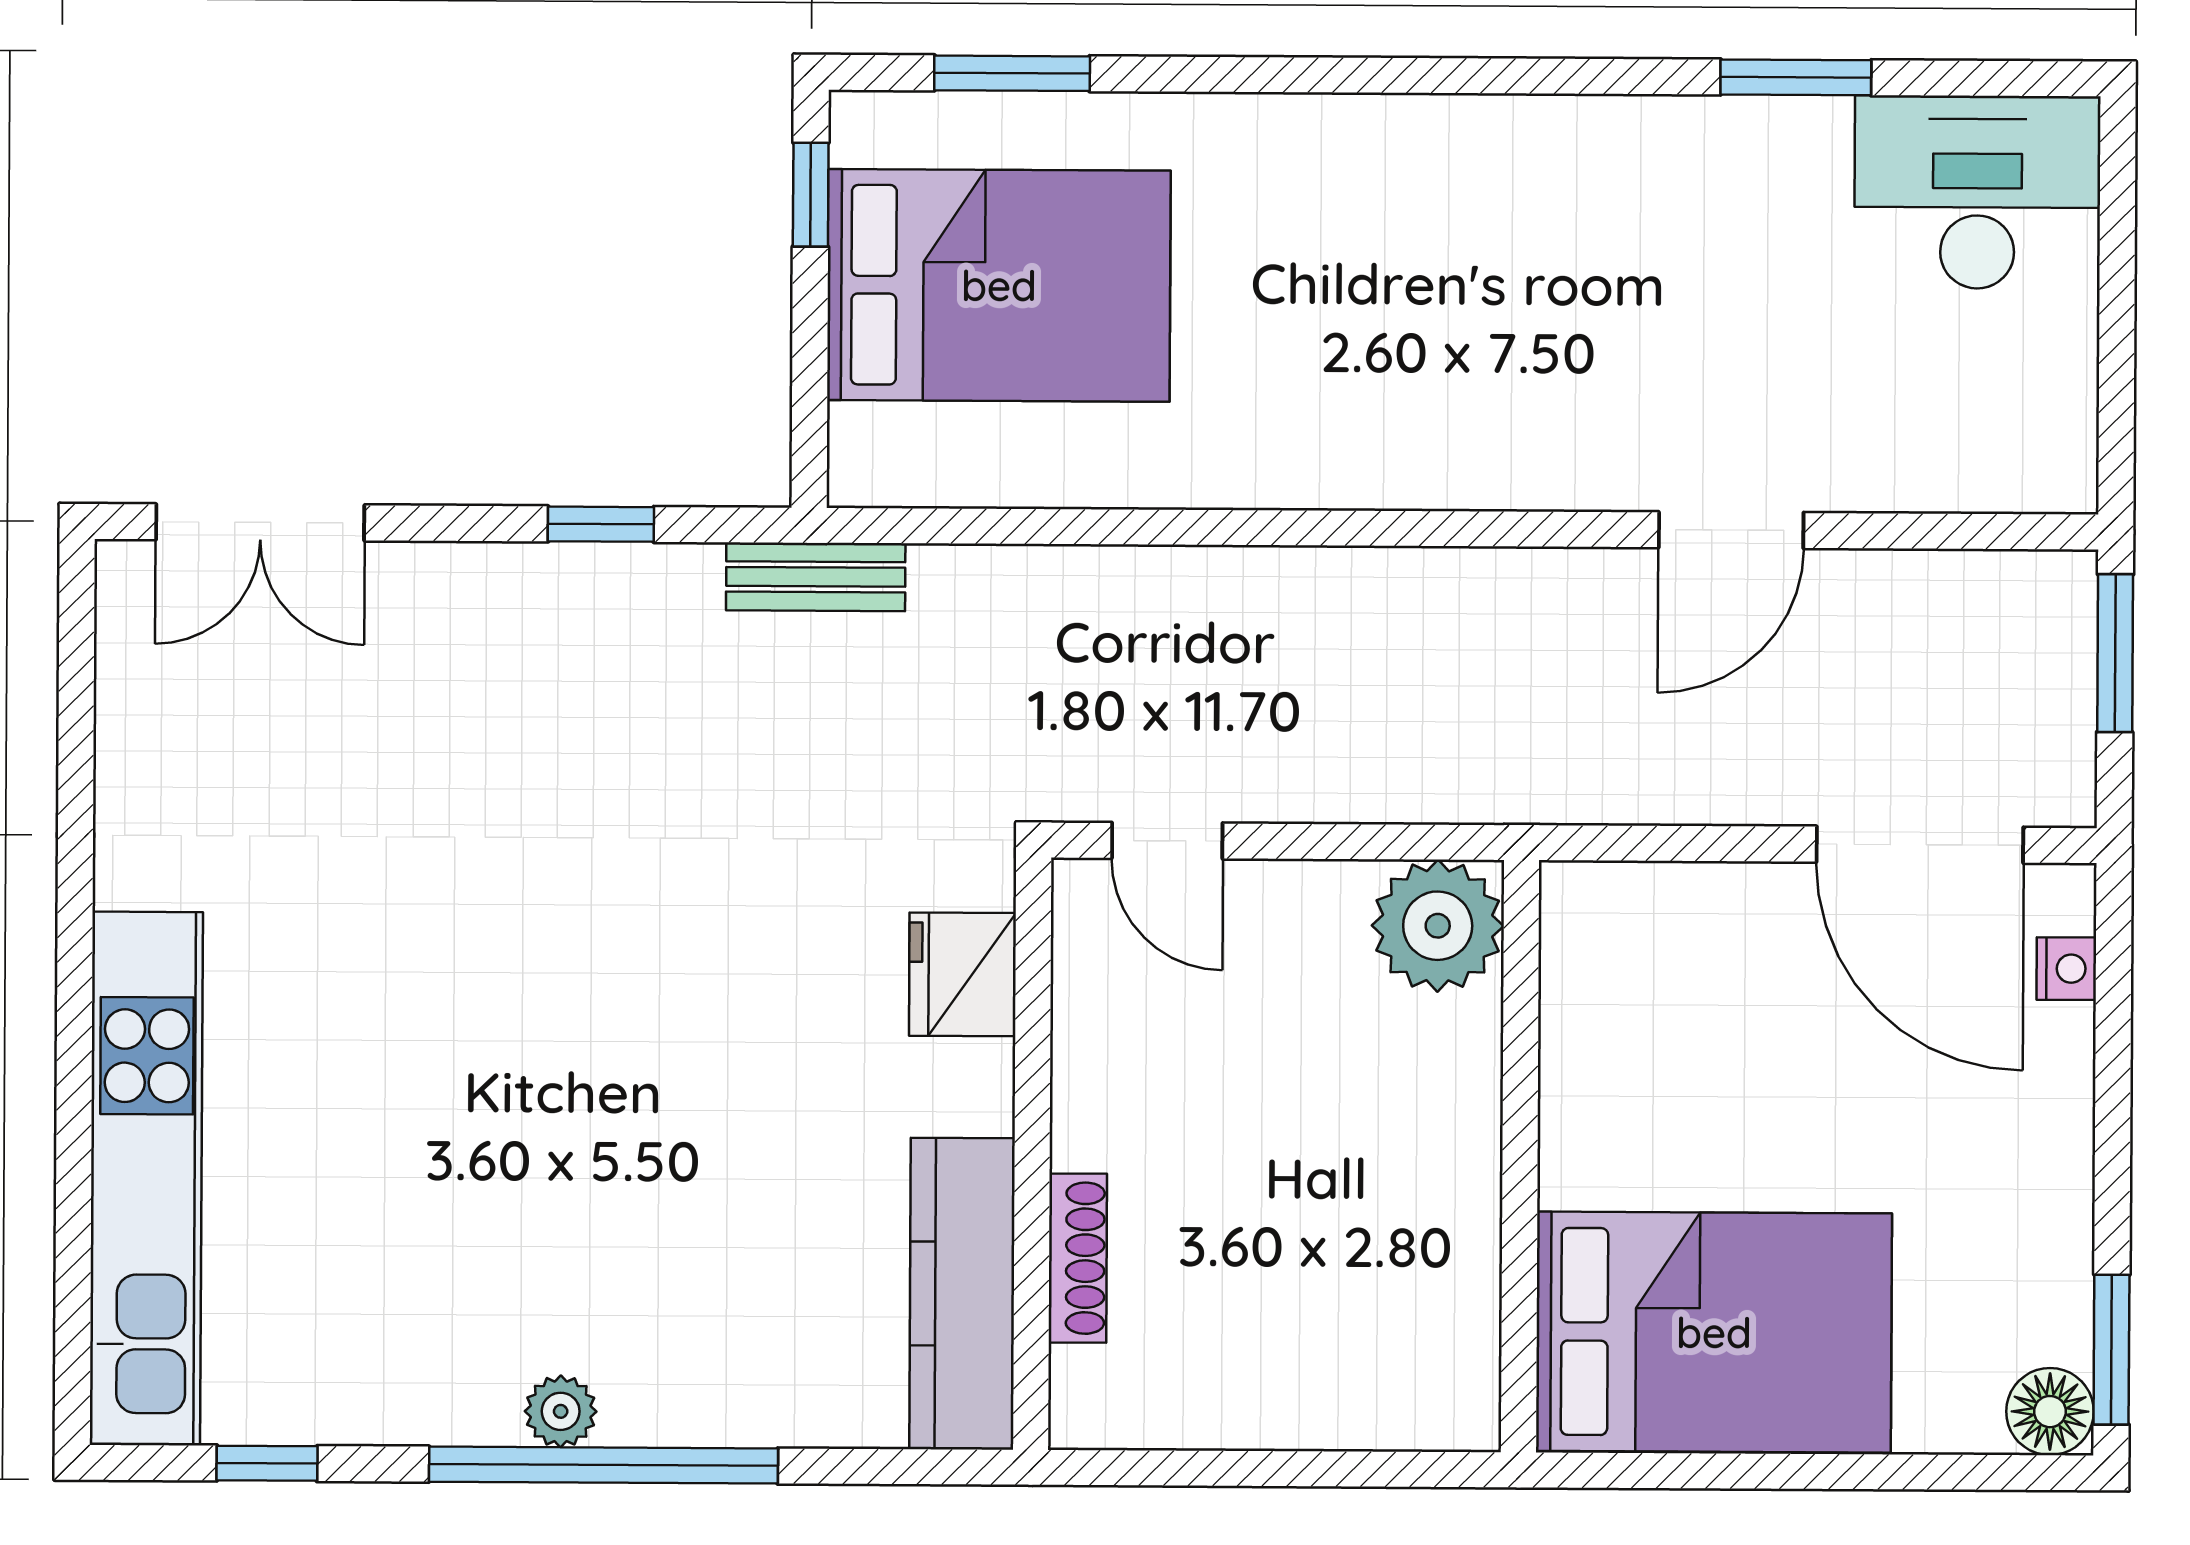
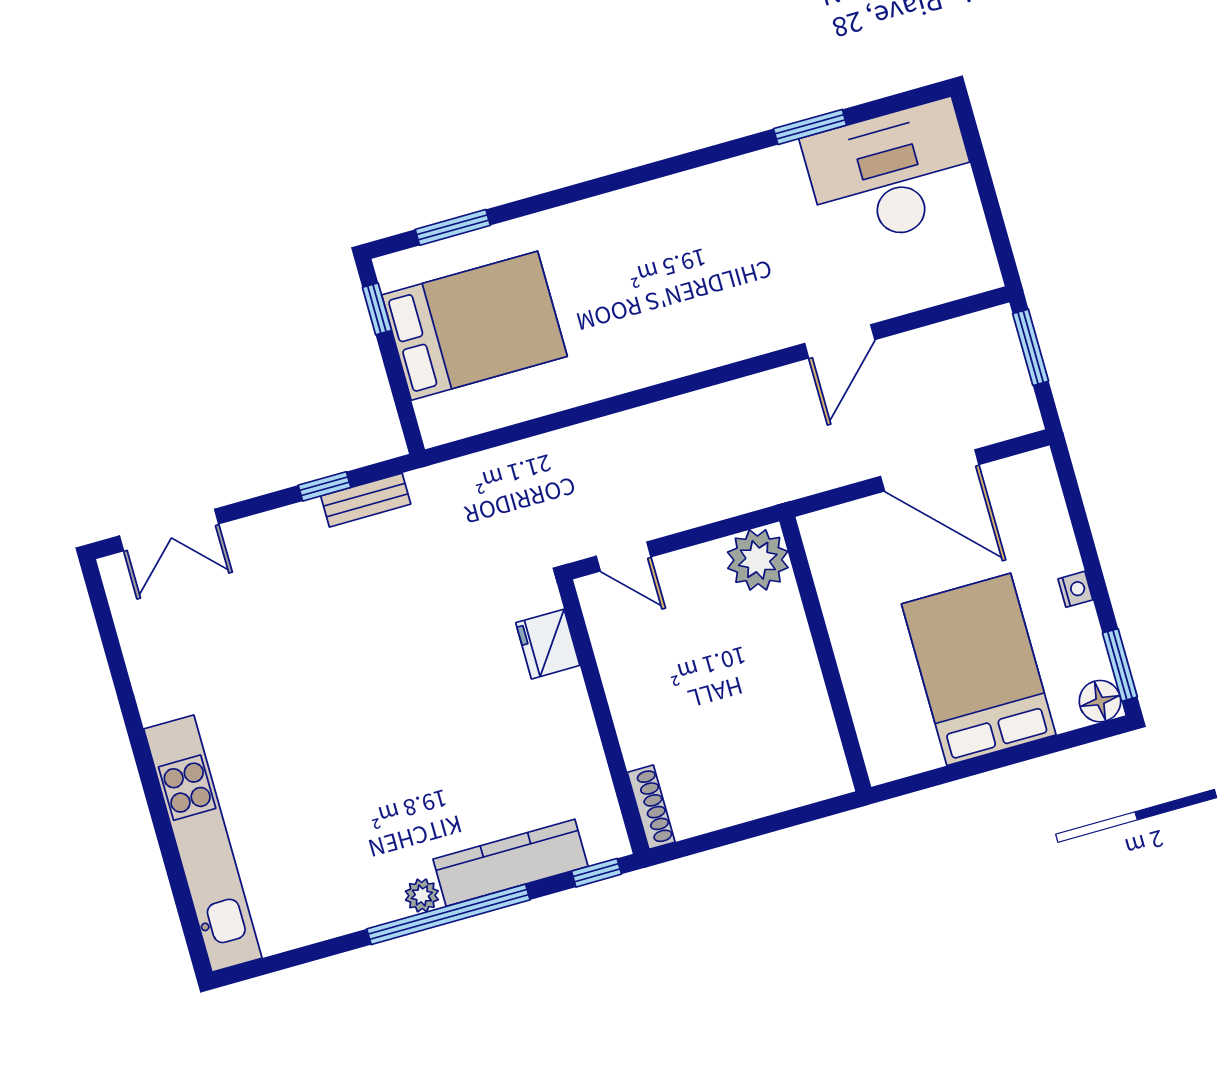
desk: (1977, 192) -> (891, 174), width x1.36, depth x1.30
bench: (816, 577) -> (366, 500), moved
door: (1920, 845) -> (930, 470), moved
nightstand: (2066, 969) -> (1075, 589), moved
shoe rack: (1078, 1258) -> (651, 807), moved
kitchen counter: (962, 1294) -> (511, 863), moved, turned 90
bed: (1714, 1332) -> (979, 669), moved, turned -90
window: (267, 1463) -> (596, 873), moved

